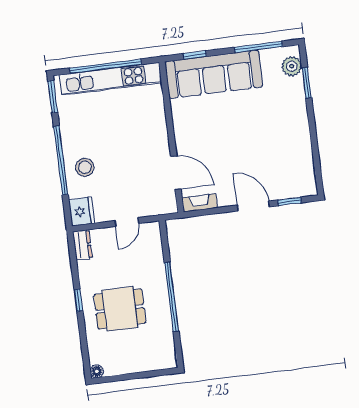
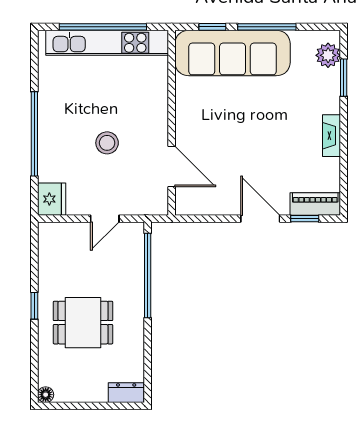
window: (258, 47) -> (267, 27), moved
window: (53, 97) -> (34, 55), removed
stool: (85, 167) -> (107, 143), moved
piano: (297, 189) -> (315, 204), added
fireplace: (200, 203) -> (331, 136), moved, turned -90
dresser: (82, 245) -> (126, 393), moved, turned -90
window: (172, 297) -> (148, 276), moved

